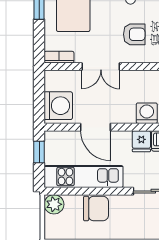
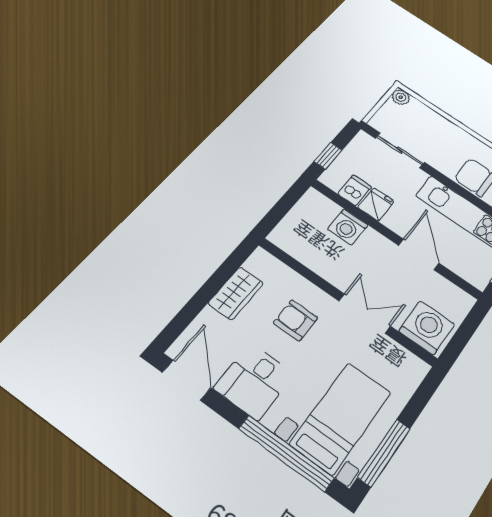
bookcase: (59, 57) -> (409, 360), removed
washing machine: (58, 106) -> (427, 328), moved, turned 90

